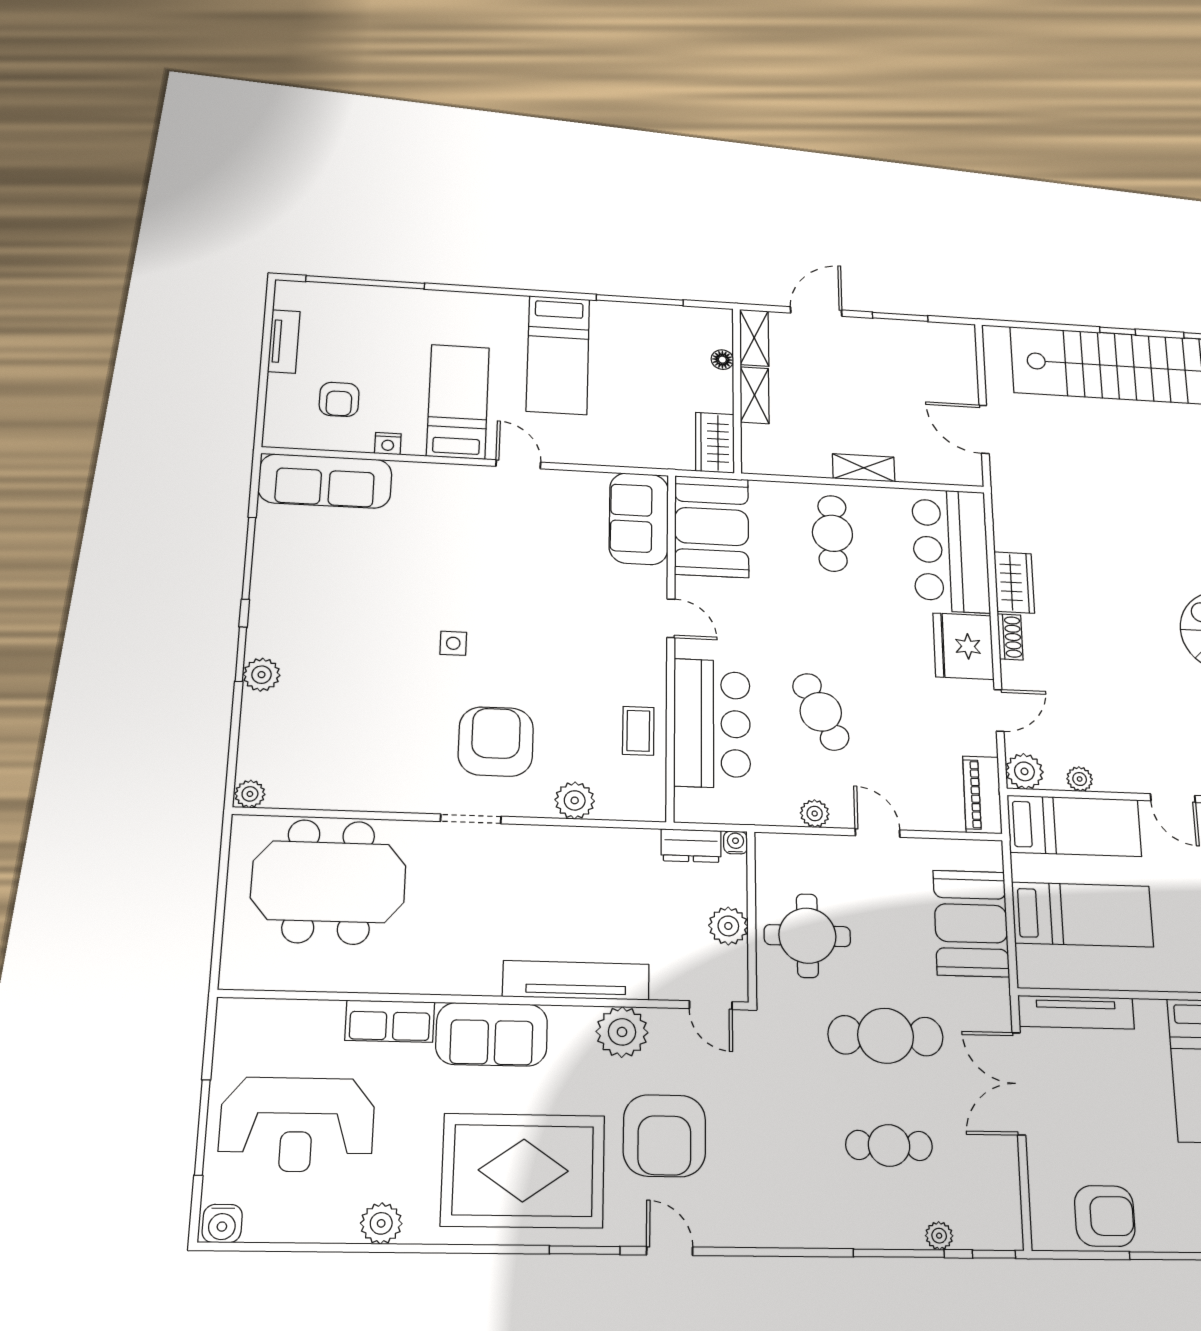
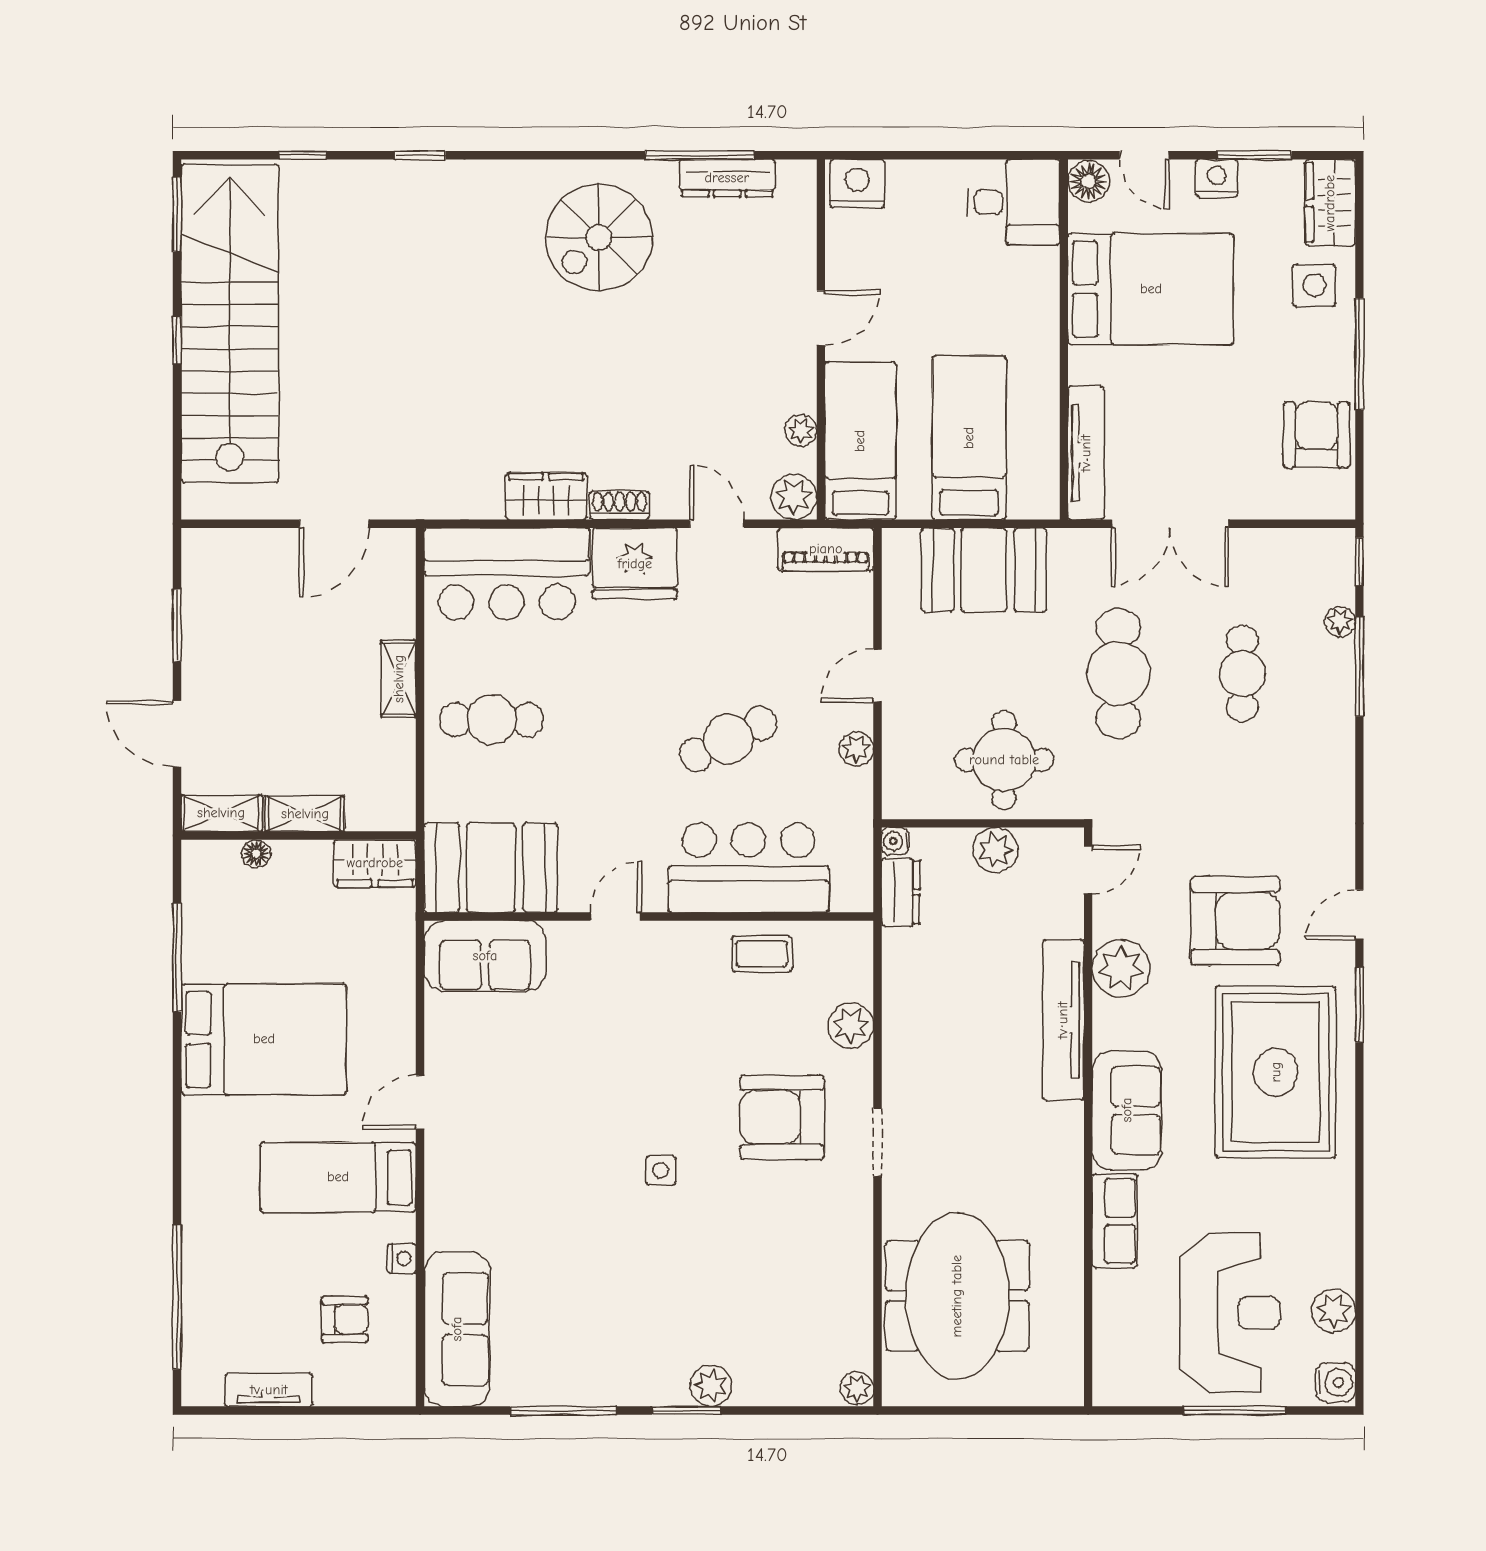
bed: (558, 355) -> (264, 1039), width x1.50
plant: (381, 1223) -> (1334, 1311), moved

